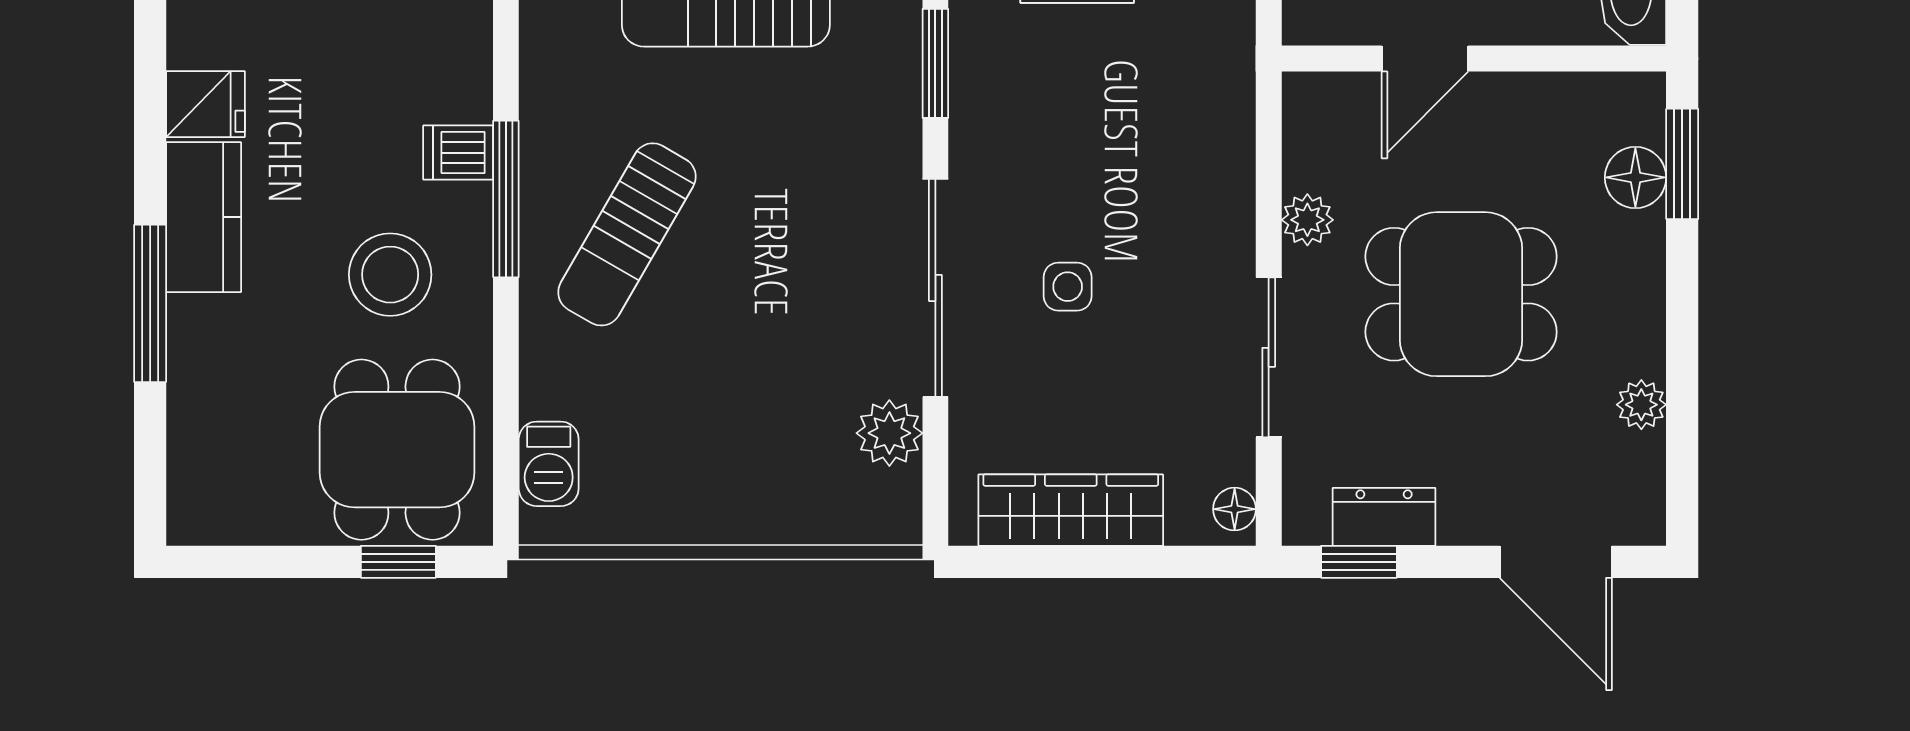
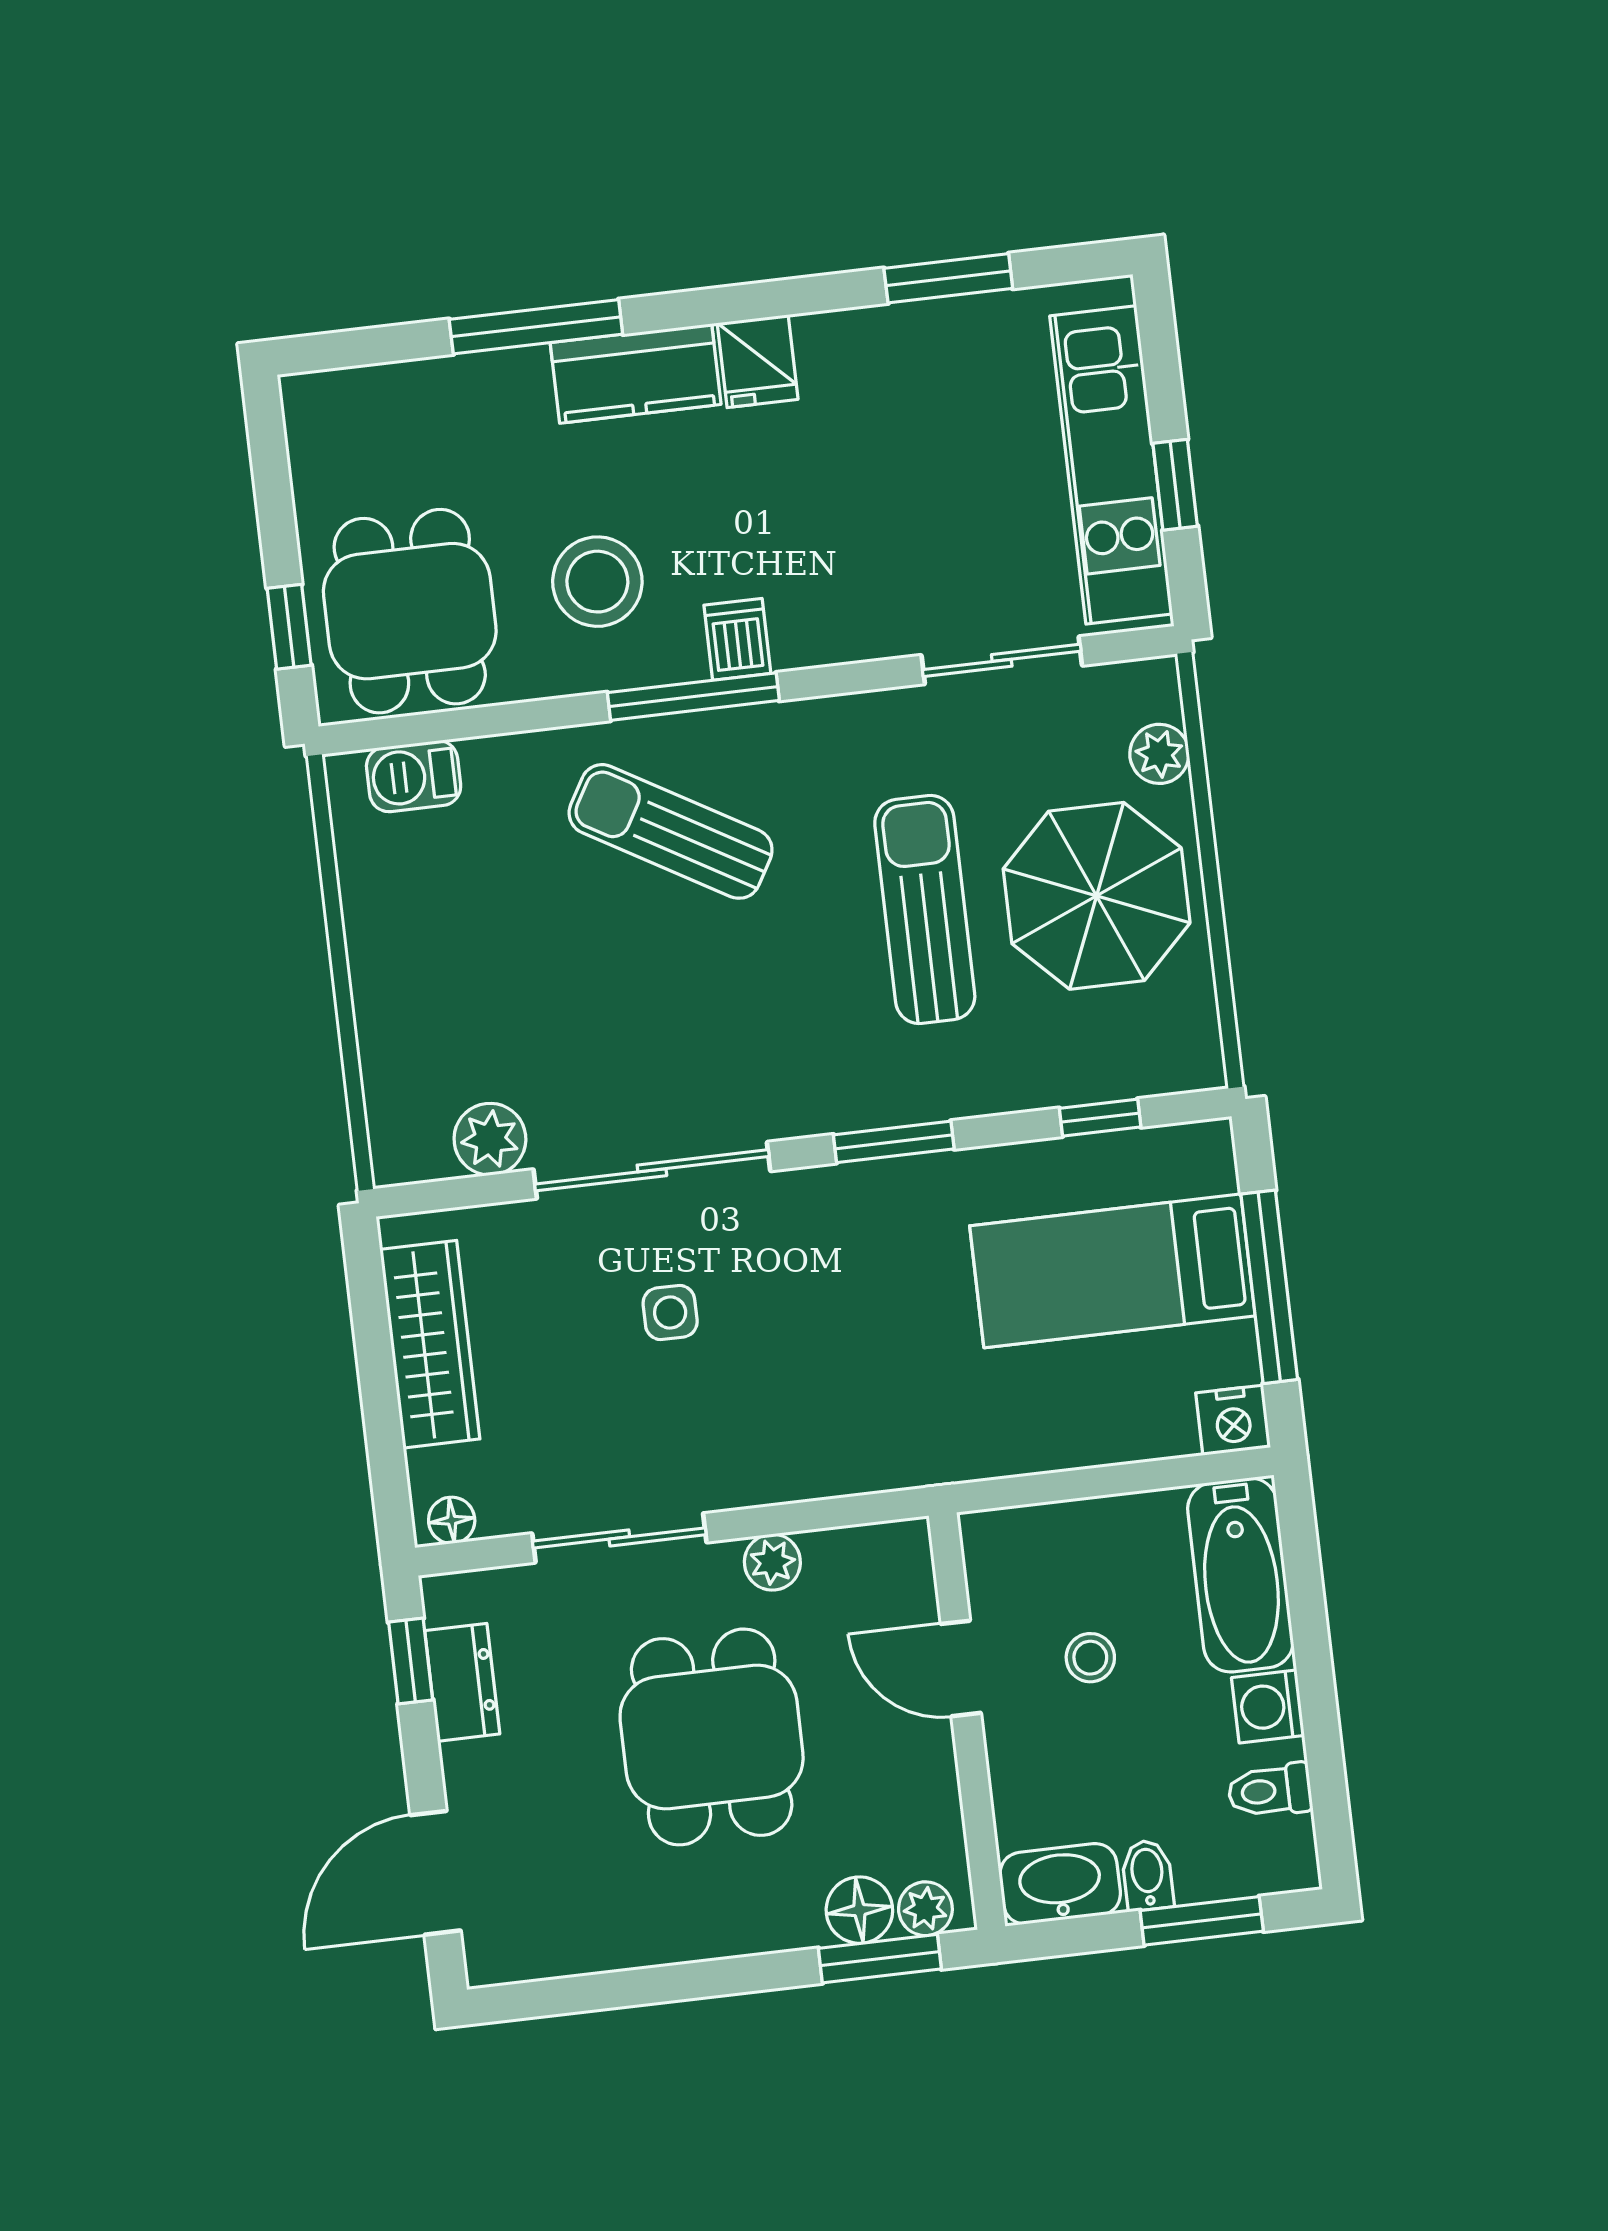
plant: (1641, 405) -> (925, 1909), moved
dining table: (397, 450) -> (410, 611), turned 90

